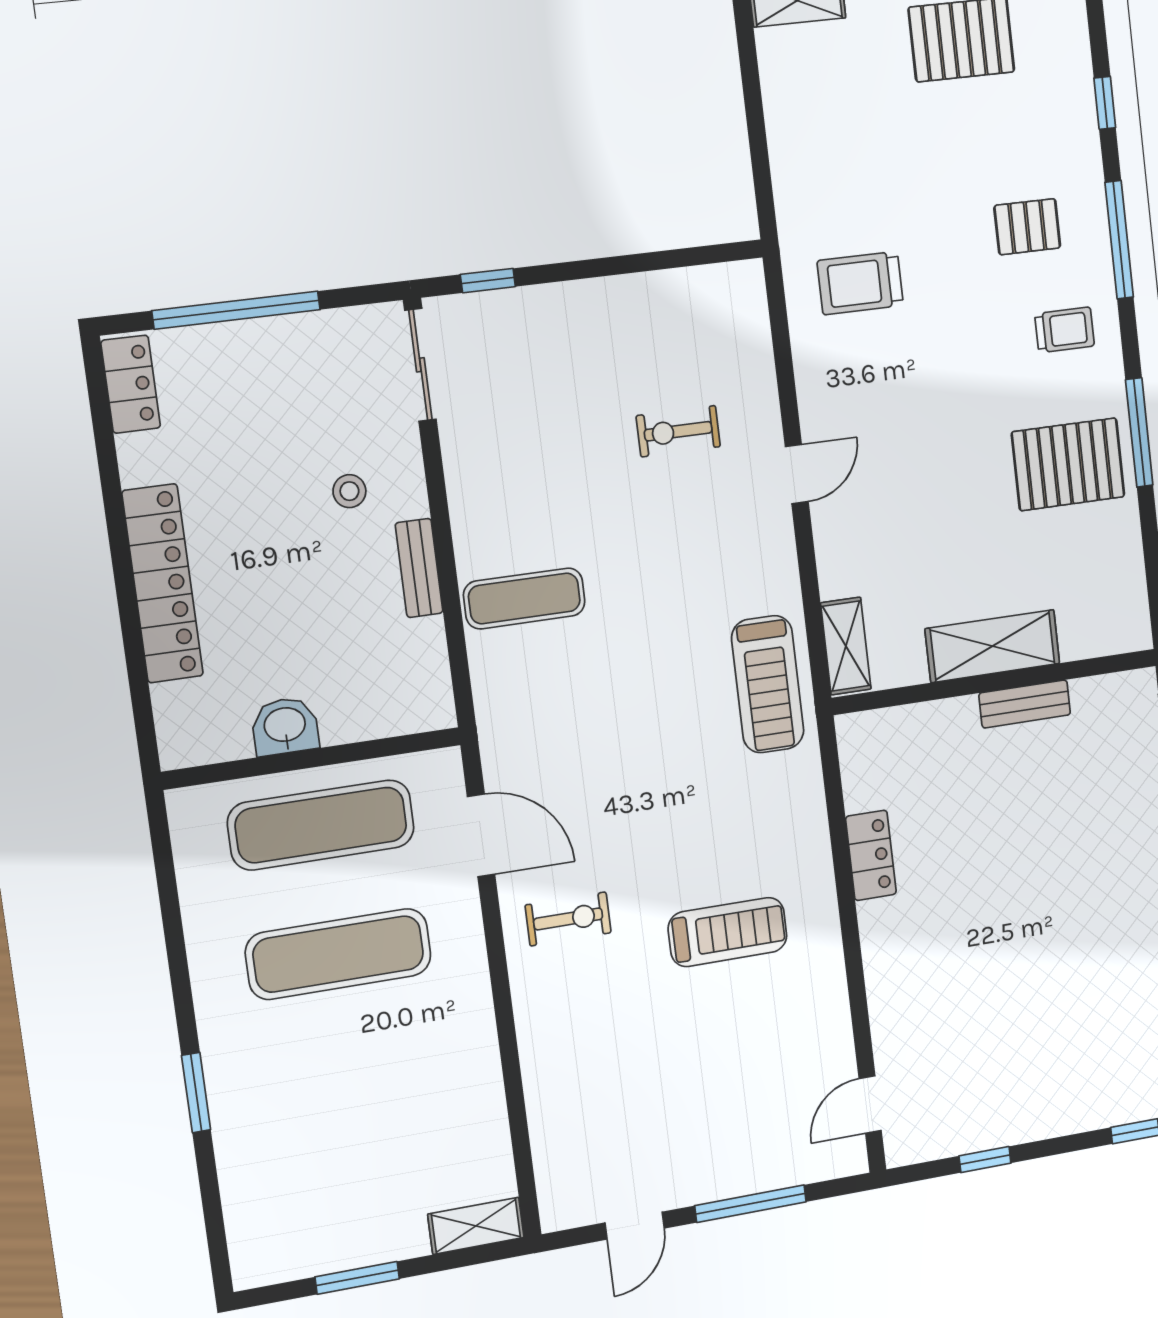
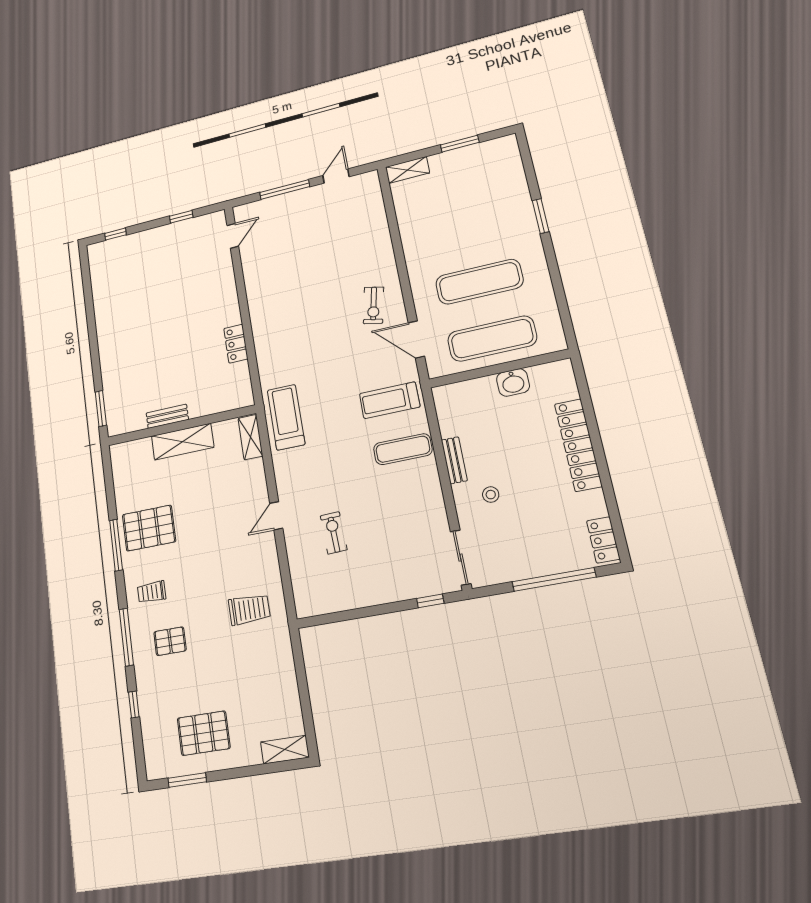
exercise bike: (678, 431) -> (334, 533), turned -92
exercise bike: (568, 919) -> (374, 305), turned -78
treadmill: (728, 932) -> (390, 400), moved

